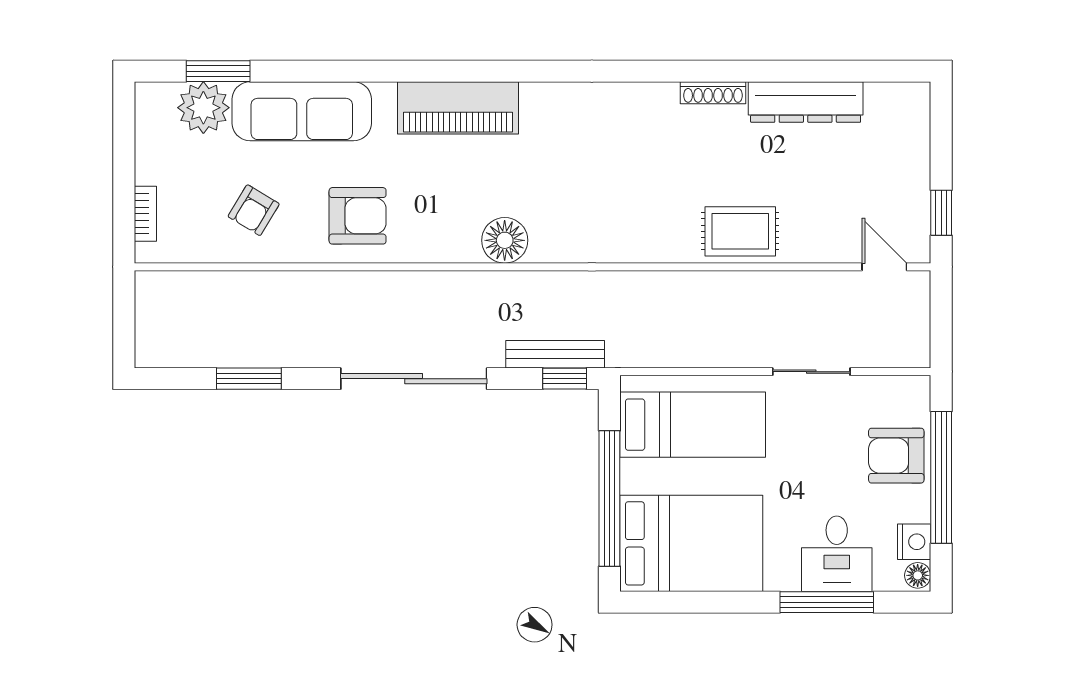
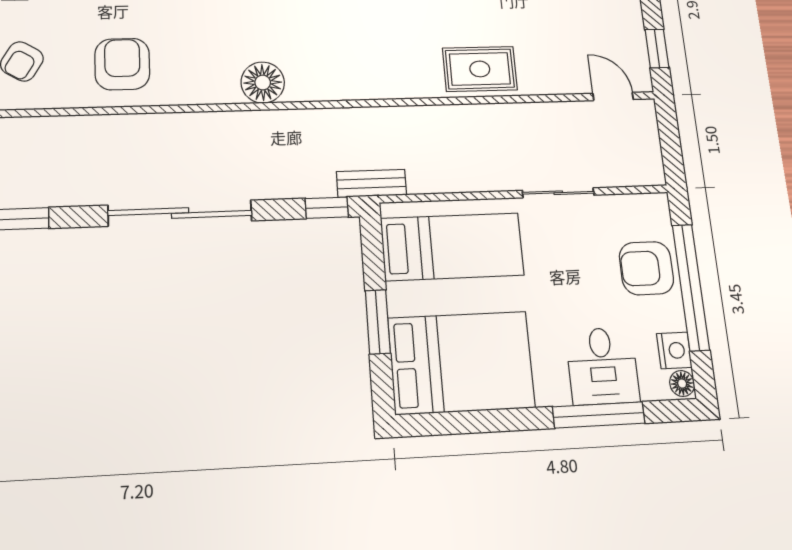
armchair: (358, 216) -> (122, 64), turned -90
bench: (555, 354) -> (372, 183), moved, width x0.73
window: (609, 499) -> (378, 322), width x0.47

